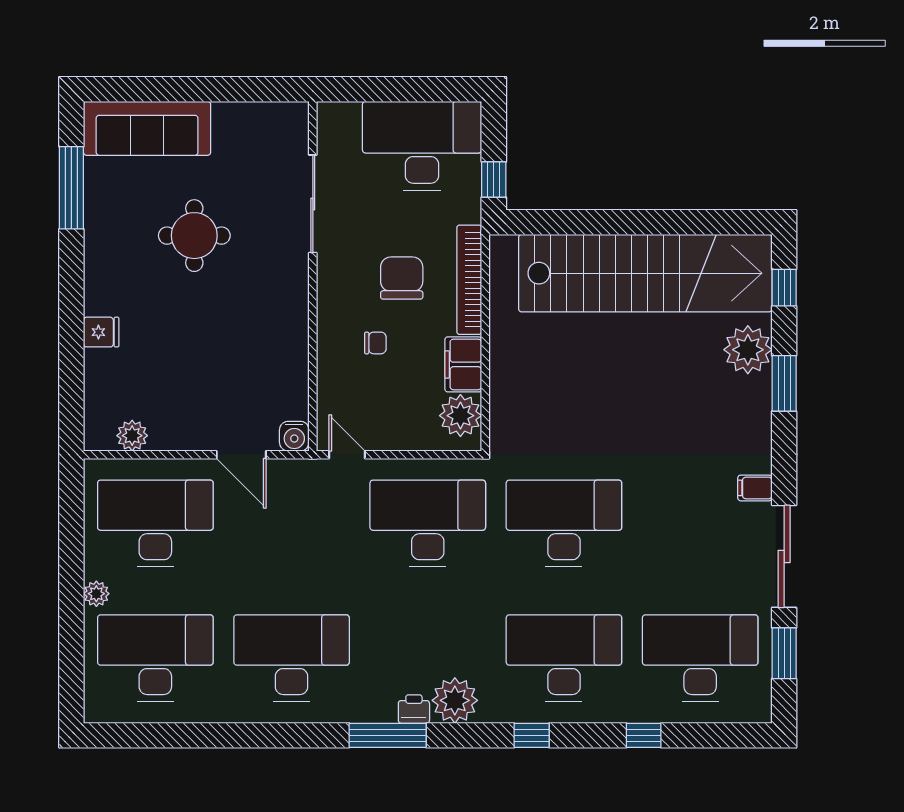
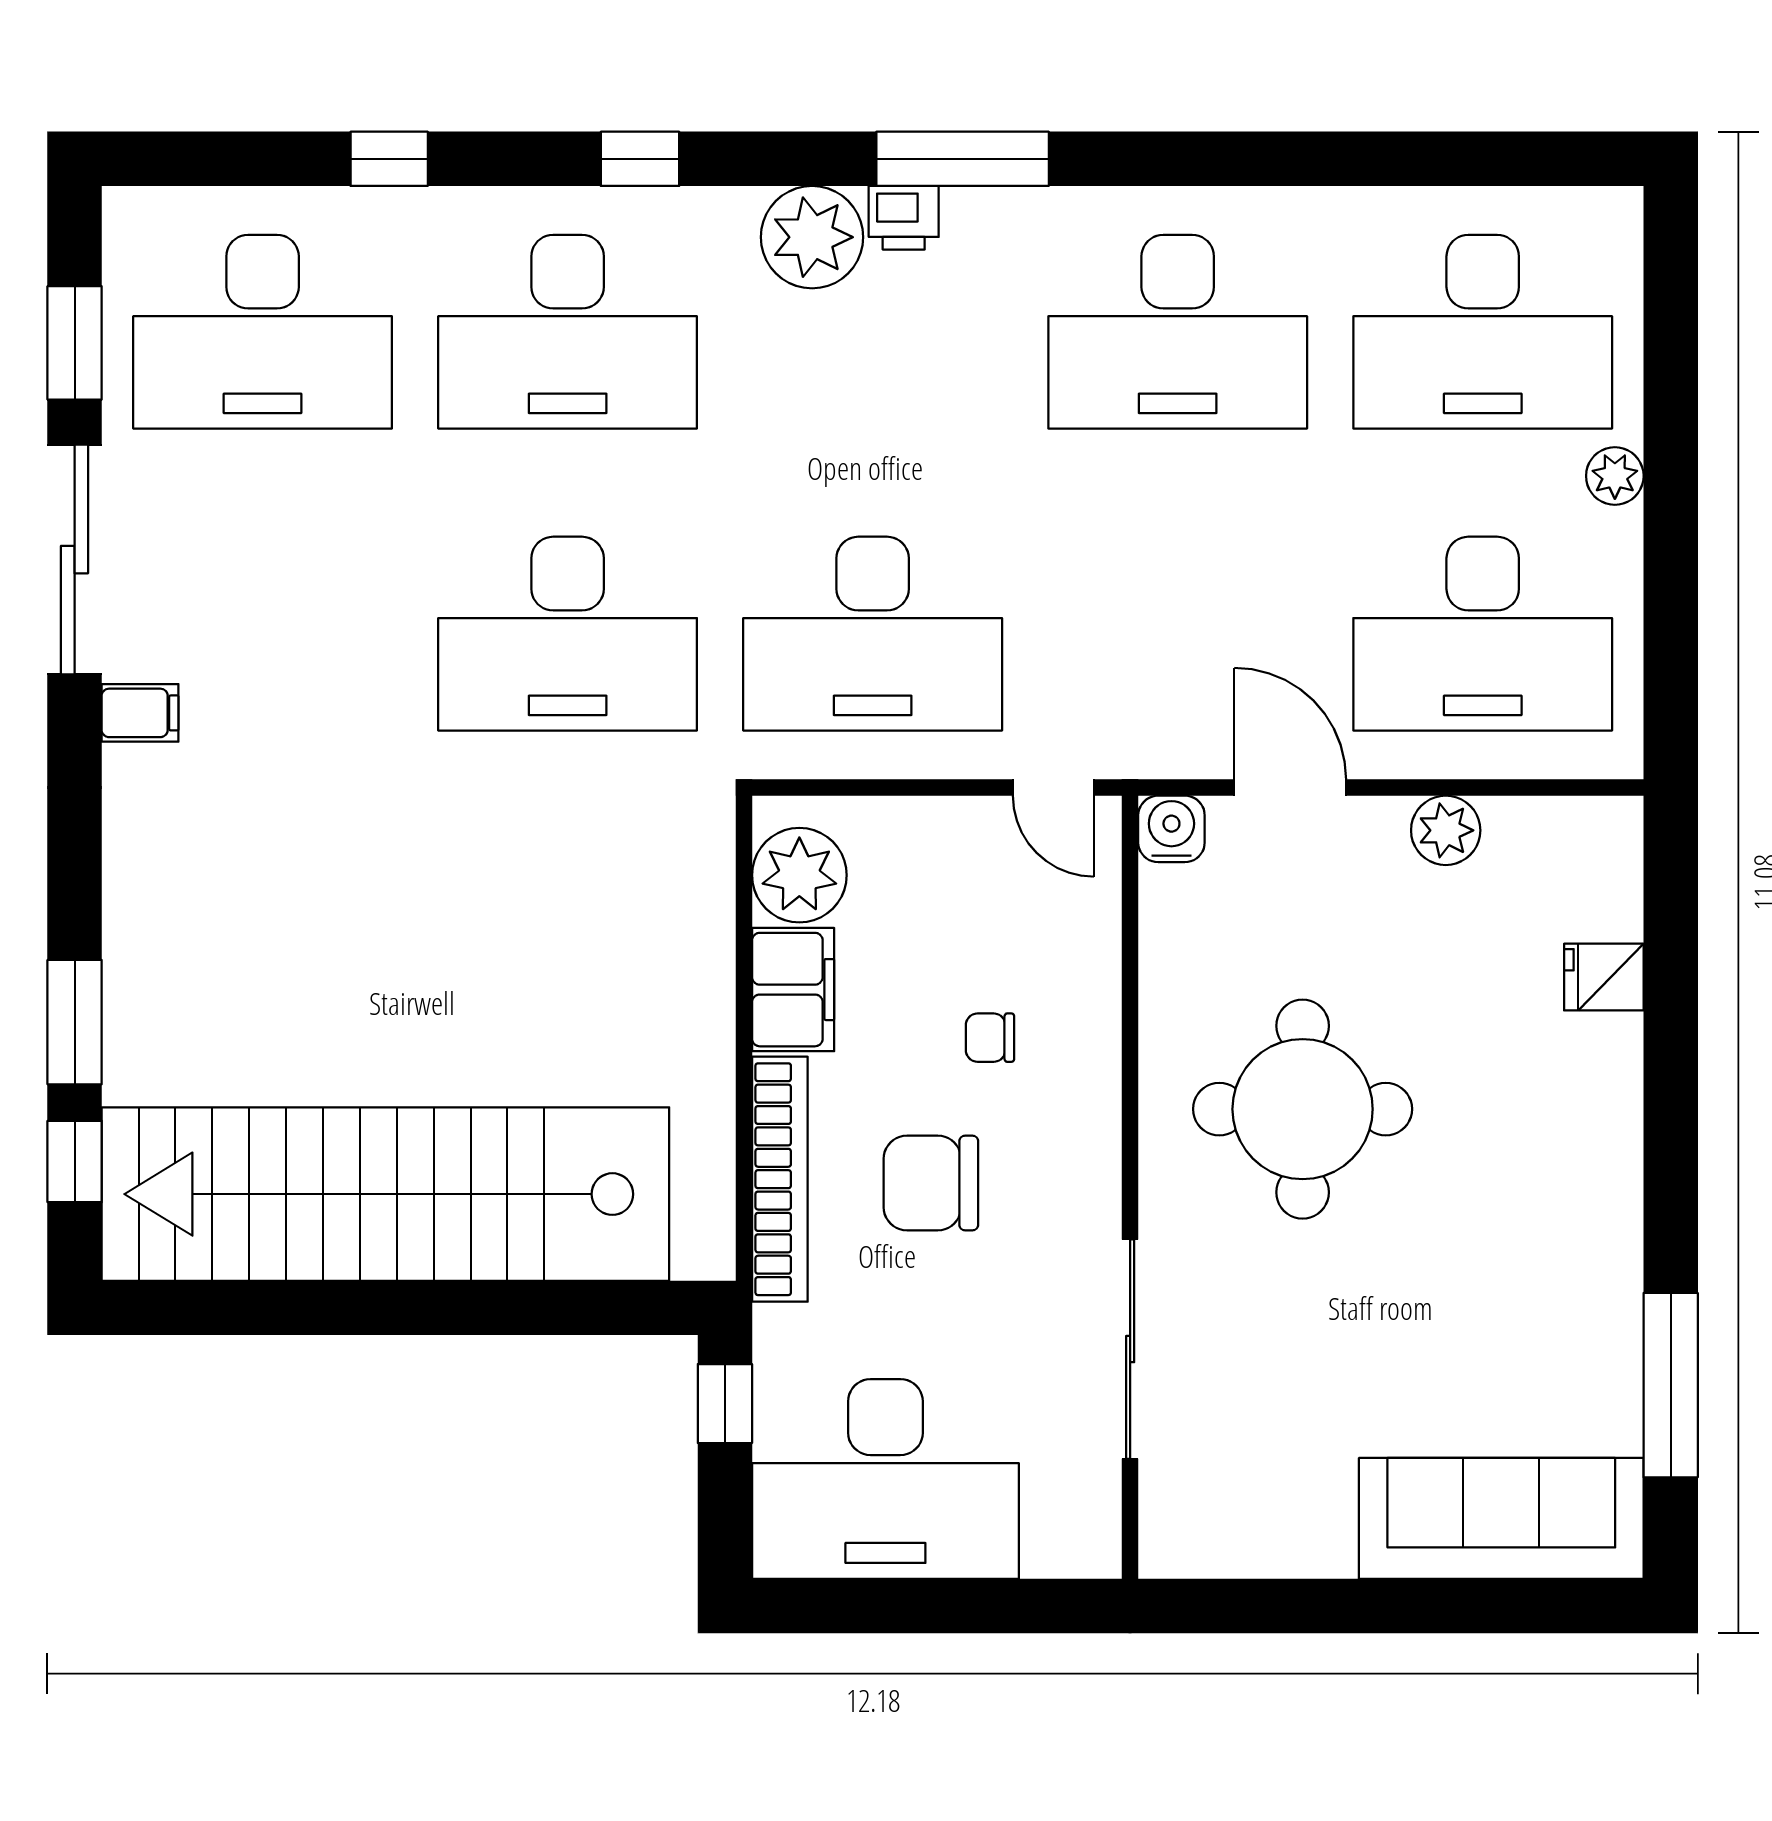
round table: (194, 236) -> (1303, 1109), moved, width x1.36, depth x1.36
chair: (402, 278) -> (931, 1183), turned 90
fridge: (101, 332) -> (1604, 977), moved
plant: (748, 350) -> (156, 1022), removed
window: (784, 383) -> (75, 1022), moved
plant: (132, 436) -> (1446, 830), moved

